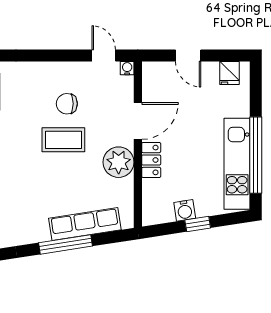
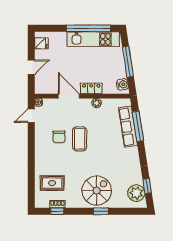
plant: (119, 162) -> (97, 103), width x0.53, depth x0.53
water cooler: (185, 210) -> (122, 84), moved
window: (198, 224) -> (128, 62), width x2.17
window: (65, 244) -> (138, 126), moved

